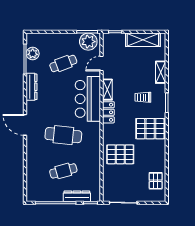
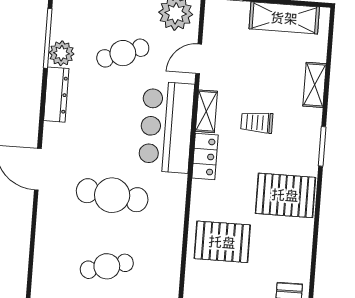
plant: (33, 54) -> (62, 53), moved
trolley: (143, 97) -> (257, 122), moved

